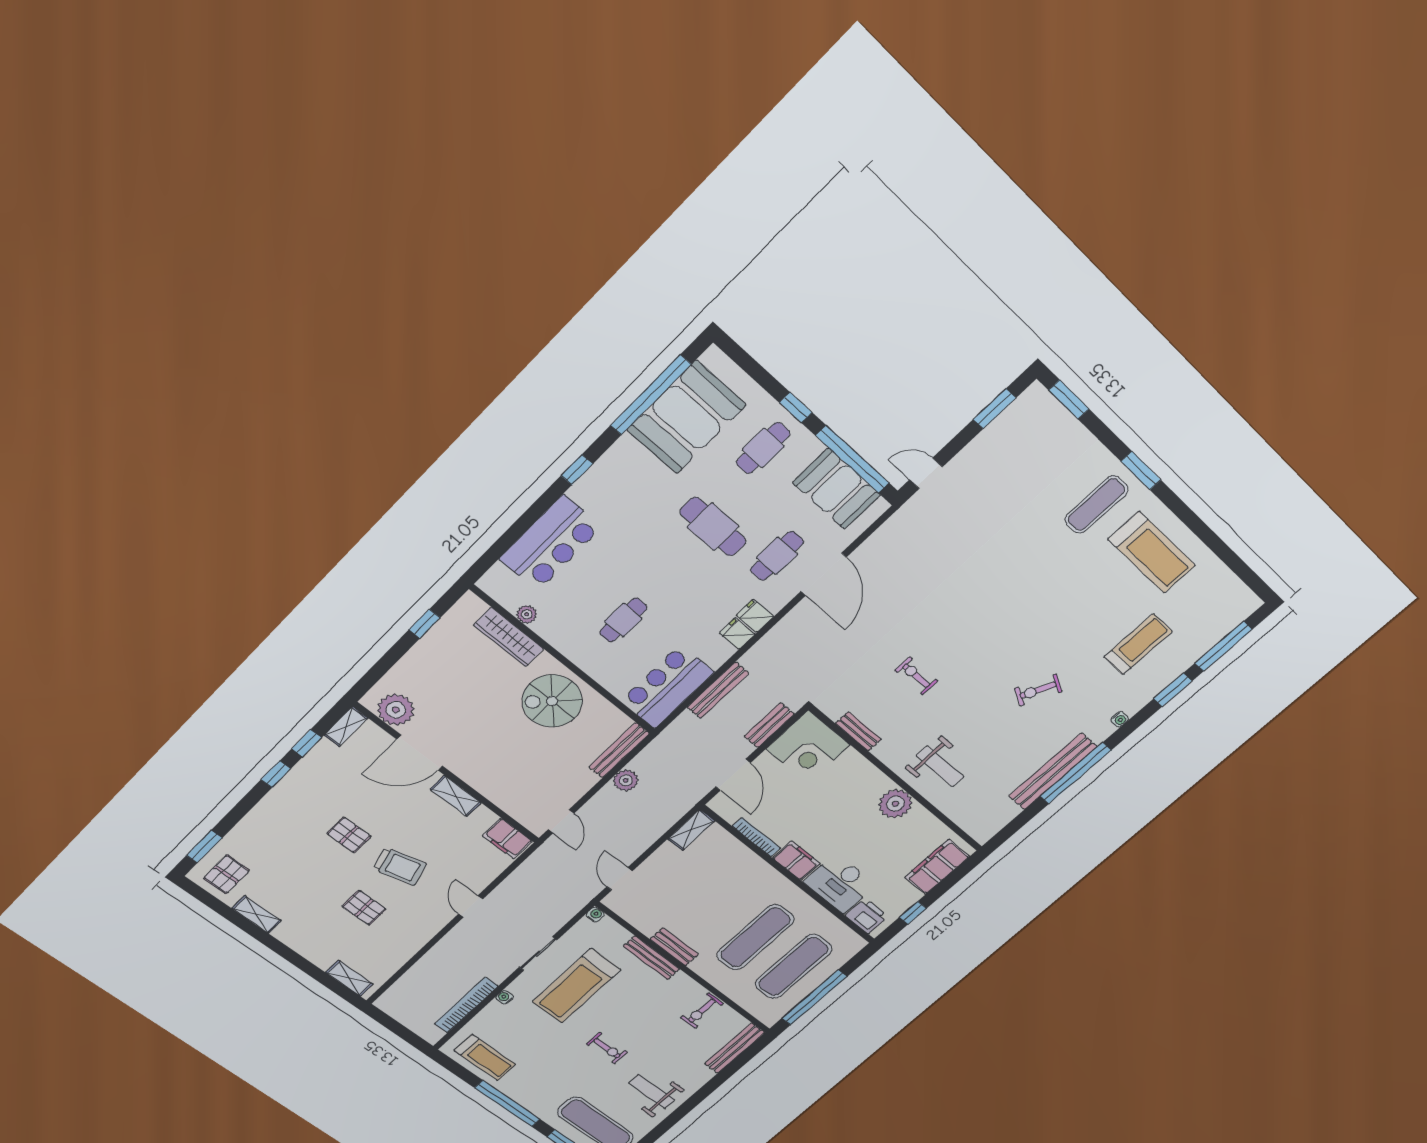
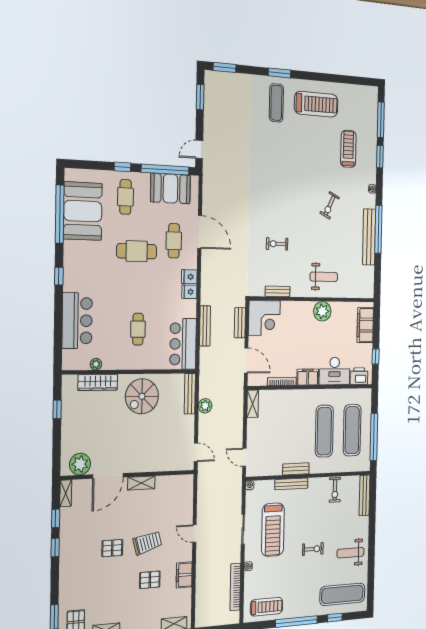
filing cabinet: (507, 839) -> (184, 575), moved, turned 90

